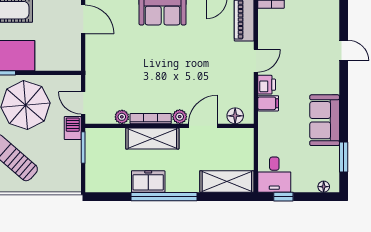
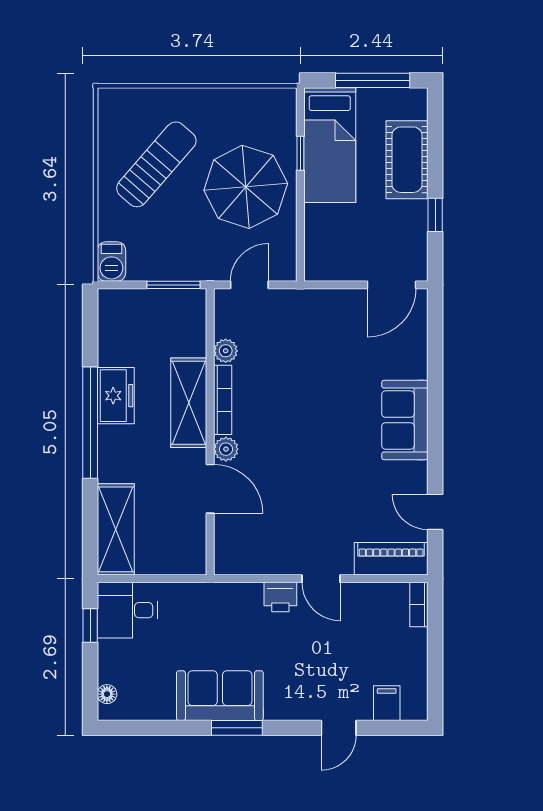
filing cabinet: (268, 103) -> (387, 703), moved, turned 180
floor lamp: (235, 116) -> (227, 544), removed
barbecue: (73, 128) -> (111, 262), moved, turned 90
window: (344, 157) -> (237, 728), moved

